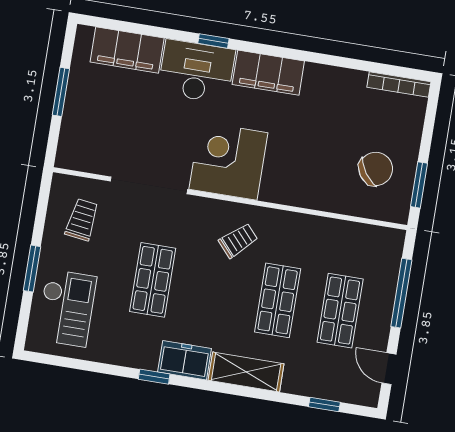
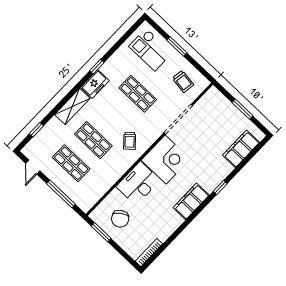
desk: (197, 71) -> (138, 183), moved, turned 180
door: (389, 369) -> (33, 167), swing flipped

